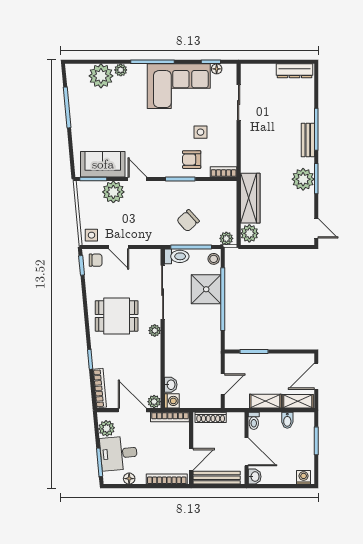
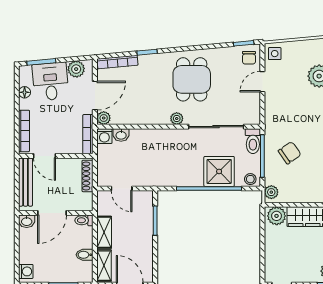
chair: (188, 221) -> (290, 153), turned 97

